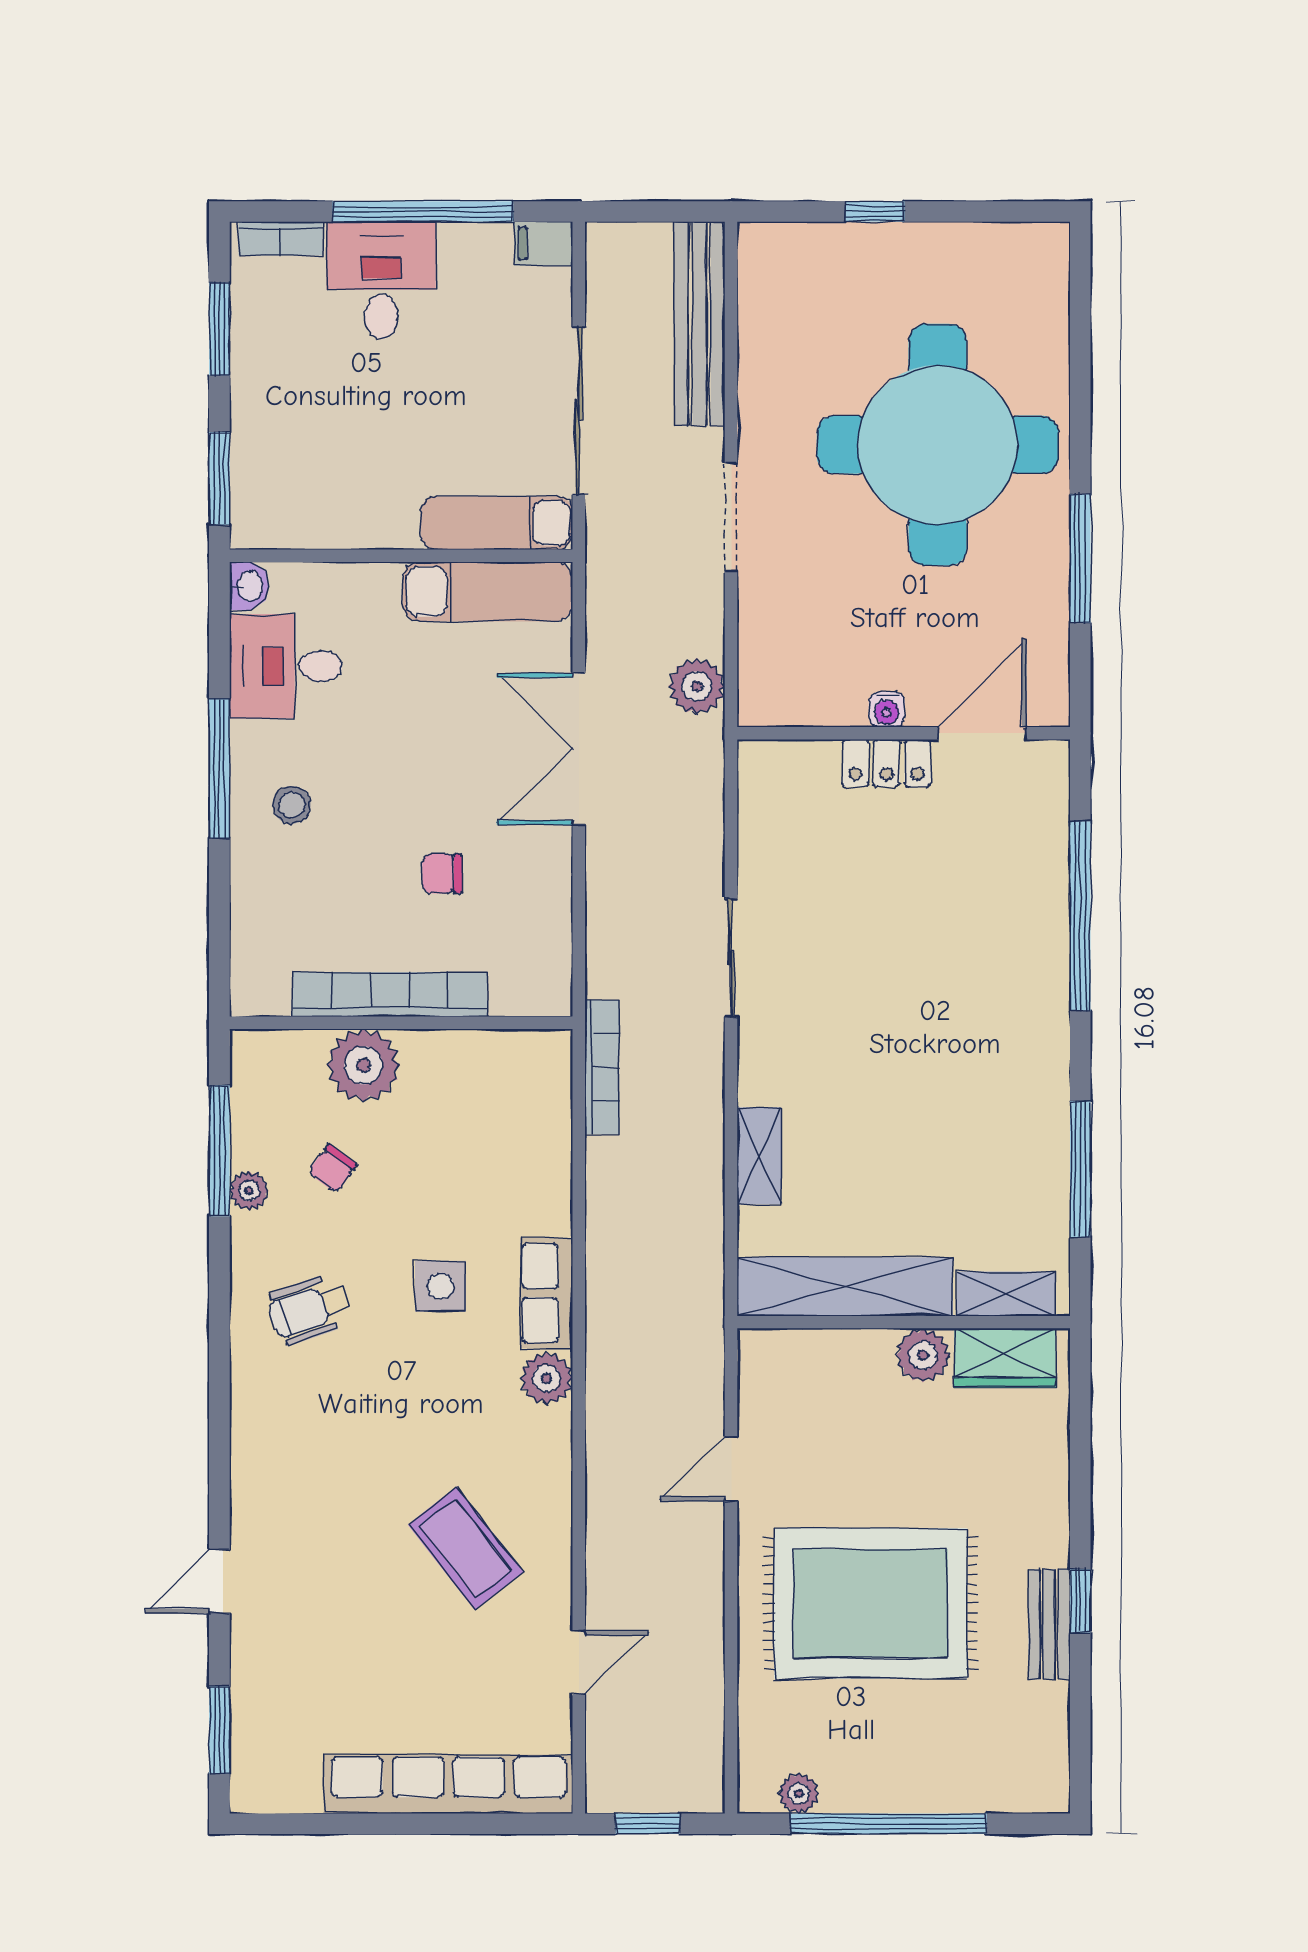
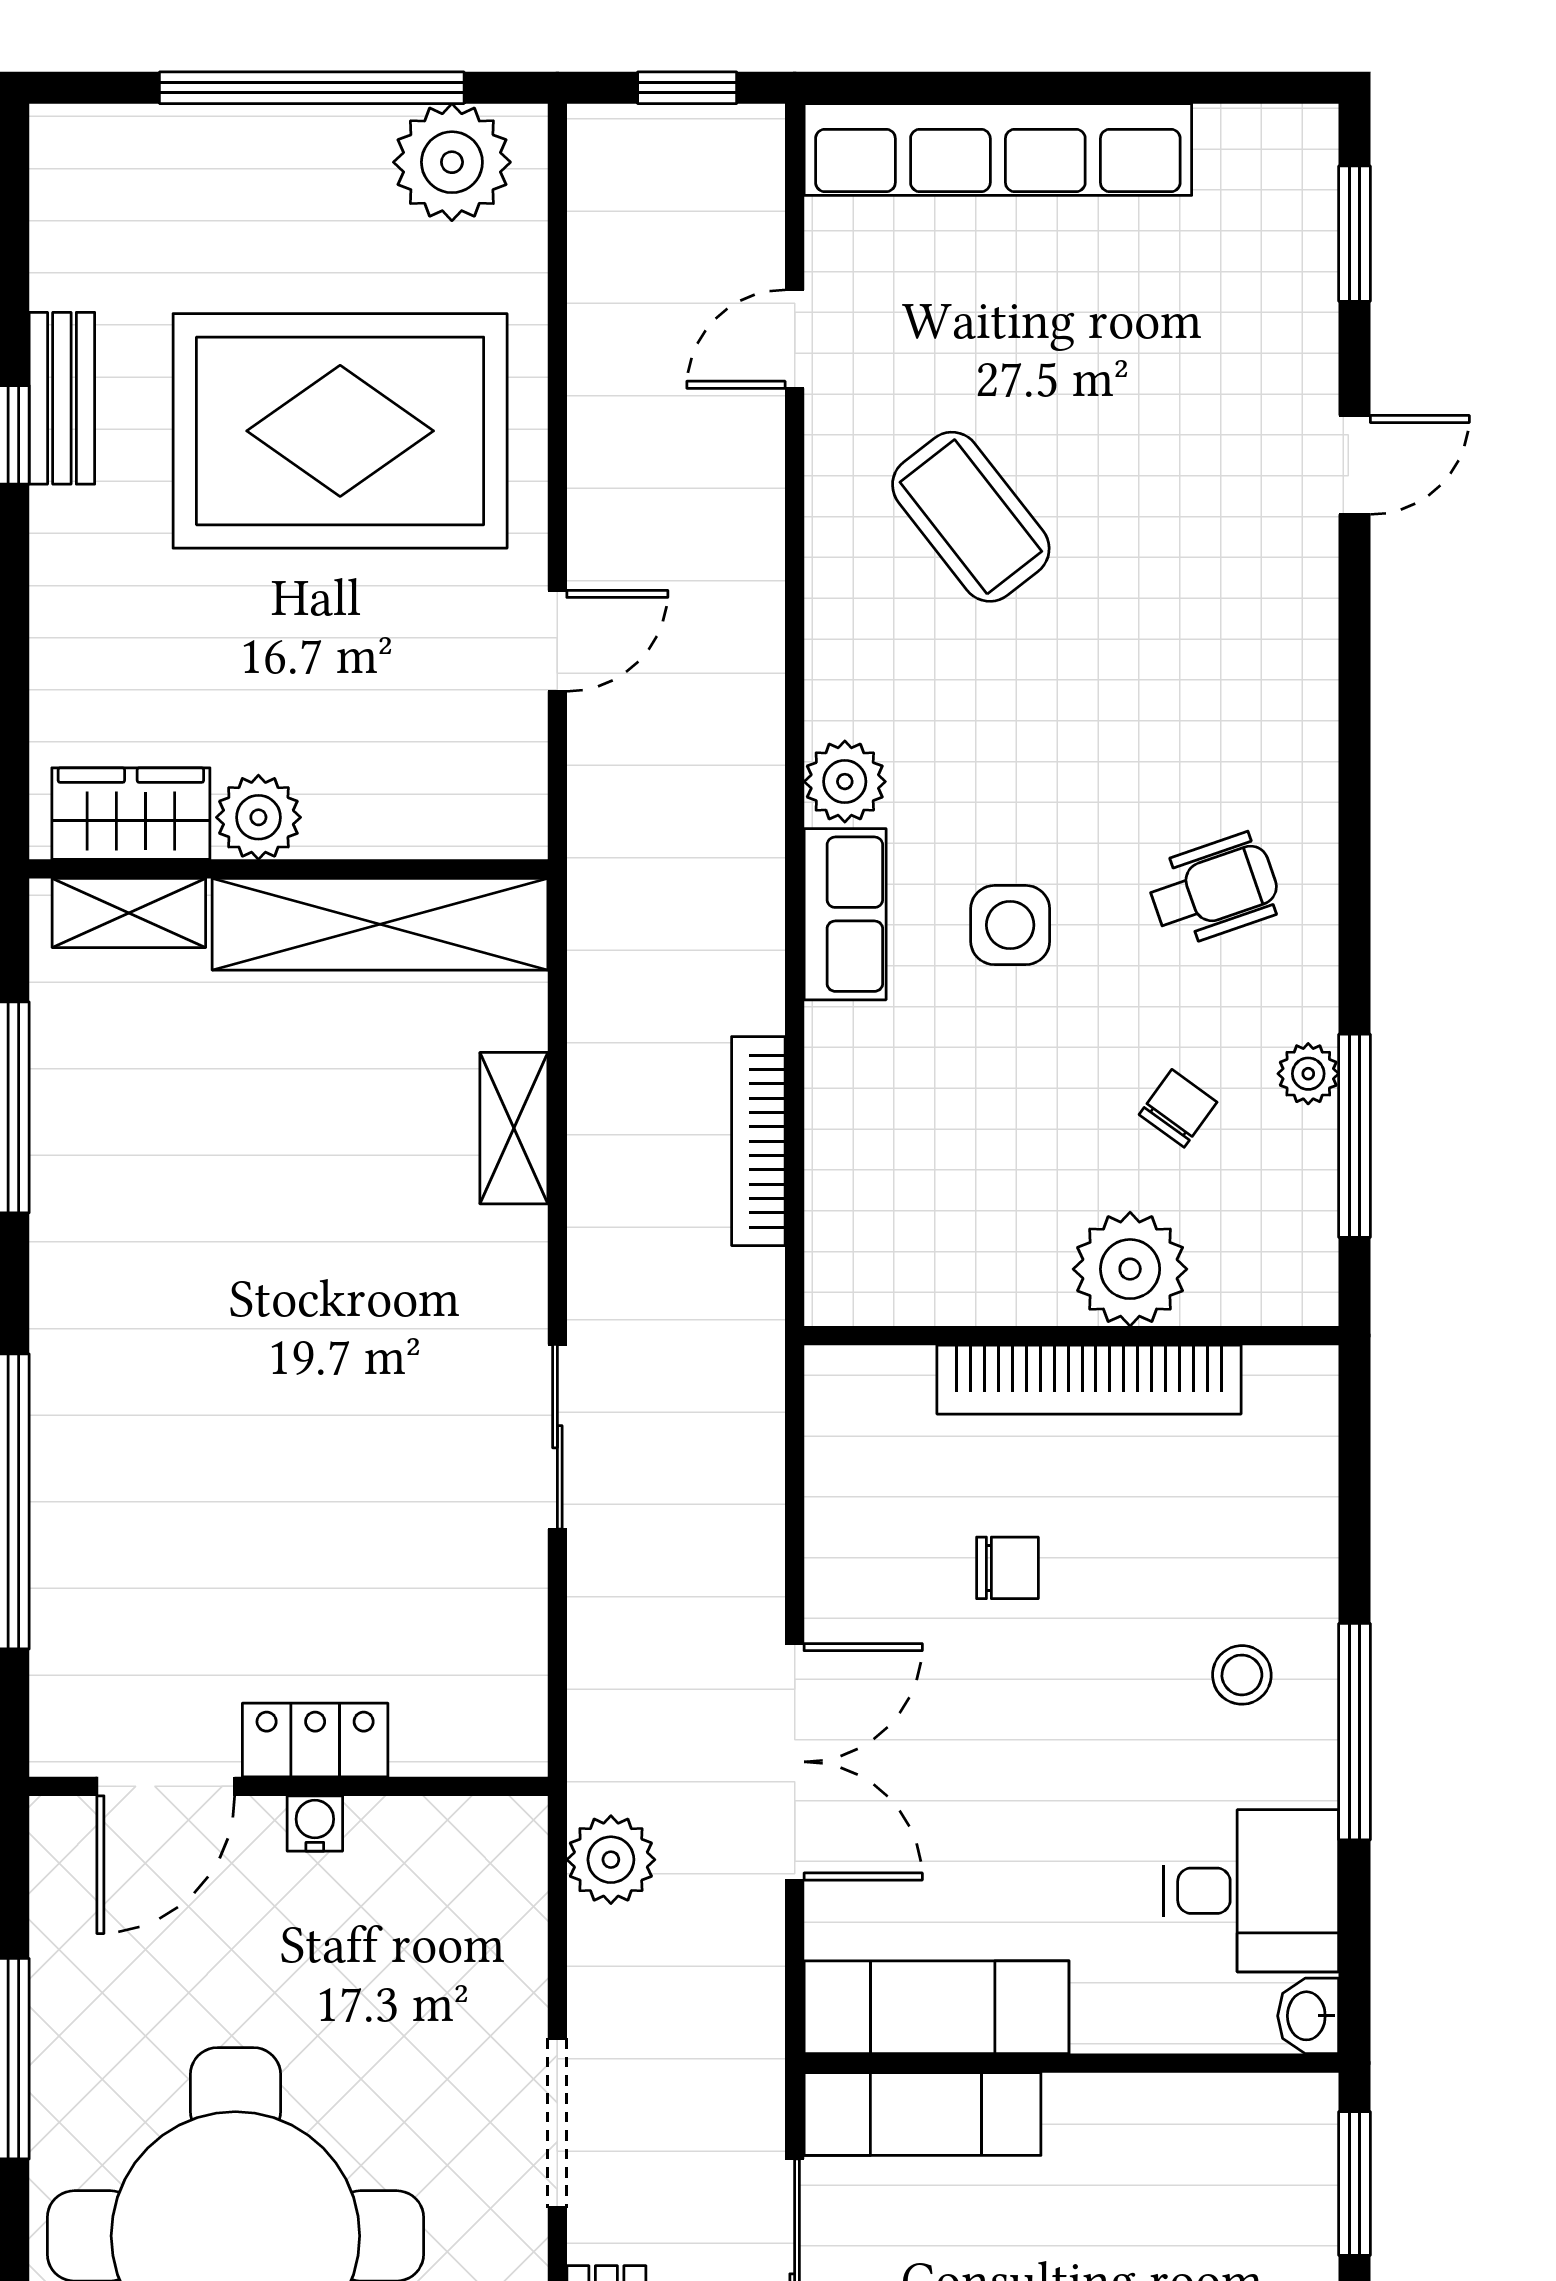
bookcase: (602, 1067) -> (758, 1141), moved
plant: (799, 1793) -> (452, 162), width x1.88, depth x1.88

